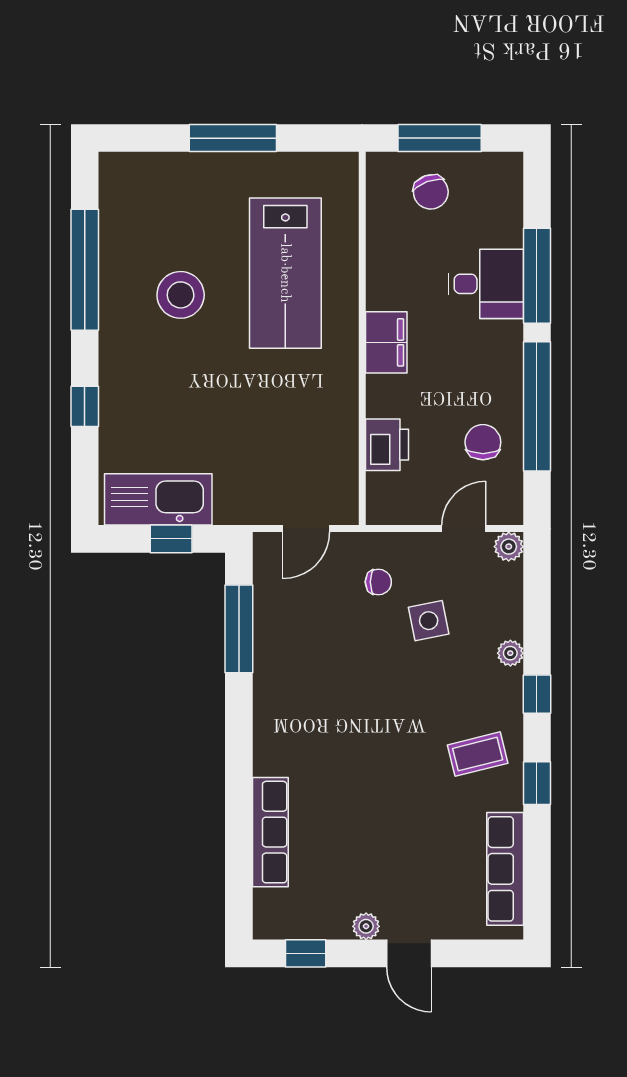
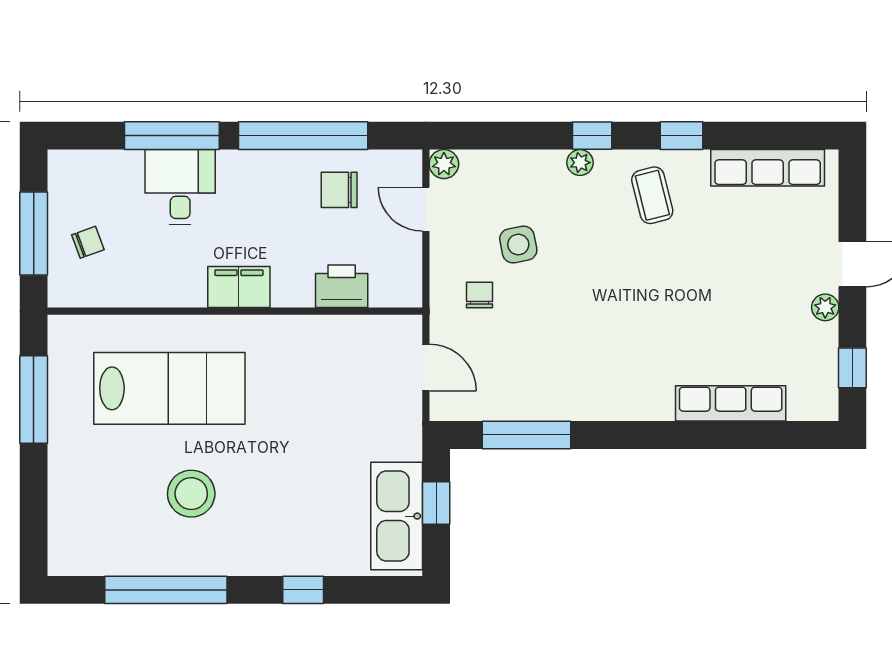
window: (233, 138) -> (34, 400), moved
chair: (431, 192) -> (88, 242), width x0.73, depth x0.73
plant: (510, 653) -> (580, 163), moved

